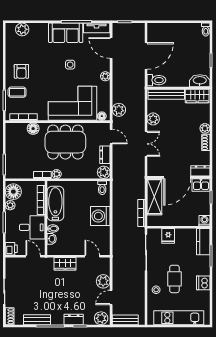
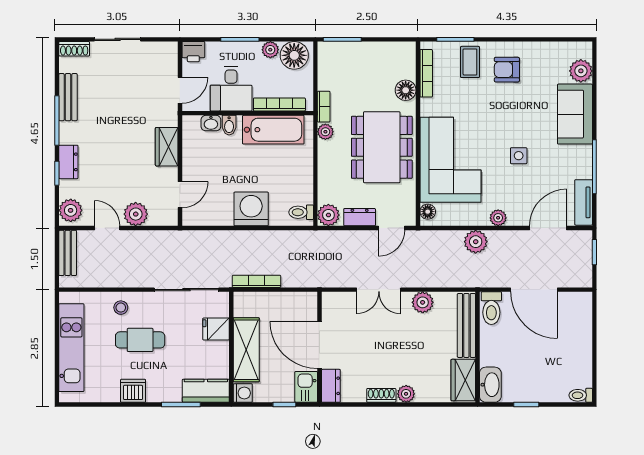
sofa: (66, 33) -> (575, 114), moved
plant: (119, 110) -> (476, 242), moved
shelving: (154, 197) -> (246, 350), moved, turned 90

